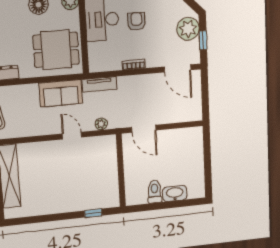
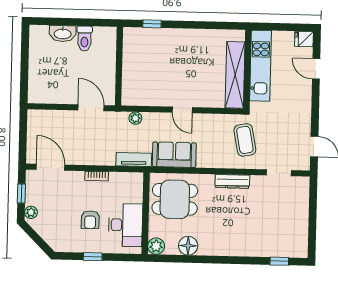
plant: (188, 29) -> (31, 212), width x0.53, depth x0.53
door: (72, 136) -> (182, 110), moved

